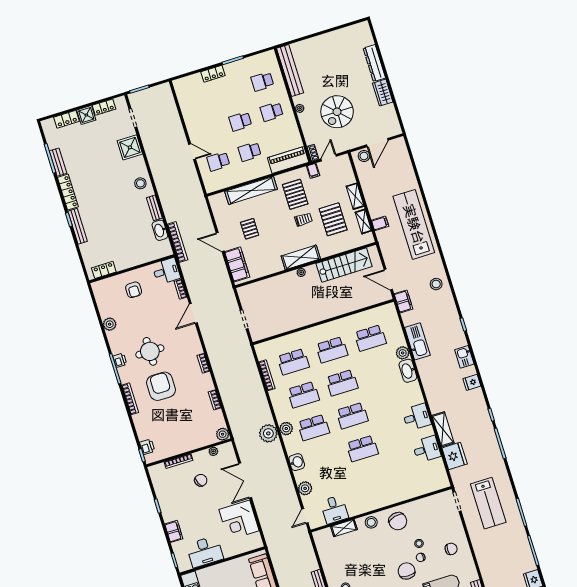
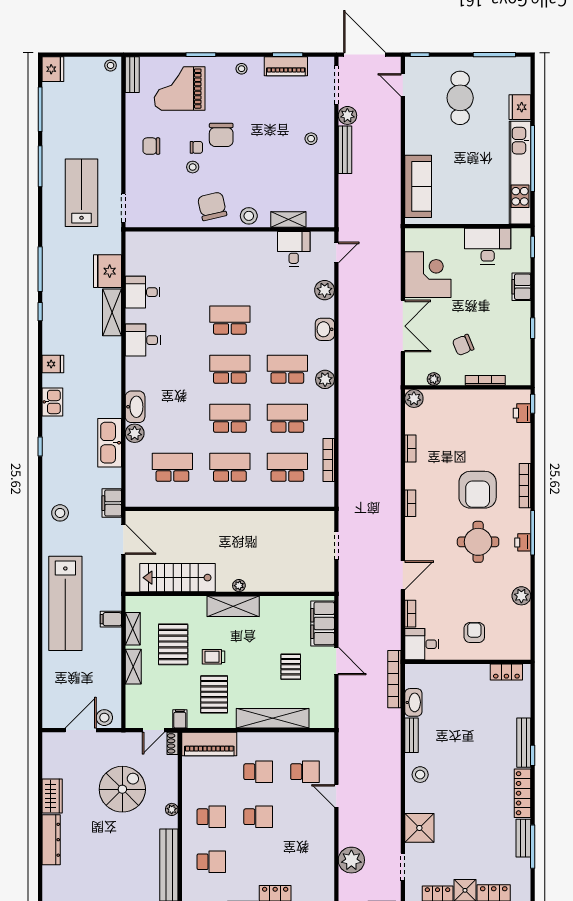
plant: (268, 433) -> (351, 860), moved

